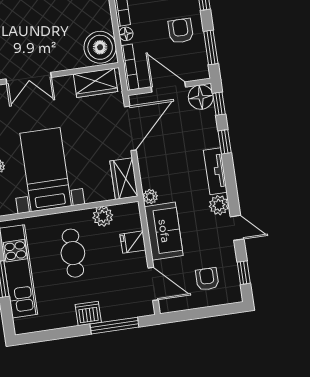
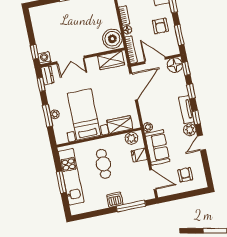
armchair: (181, 31) -> (160, 26), turned 180
wardrobe: (124, 179) -> (120, 125), moved, turned 90
plant: (103, 216) -> (131, 138), moved
door: (237, 228) -> (202, 143), swing flipped
window: (244, 273) -> (196, 117), moved

